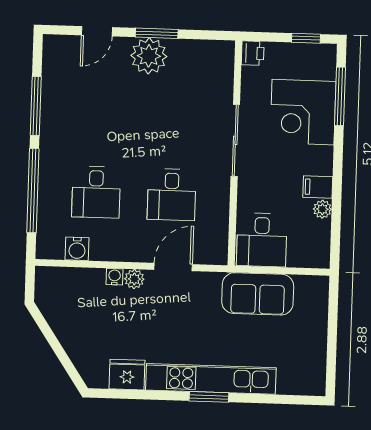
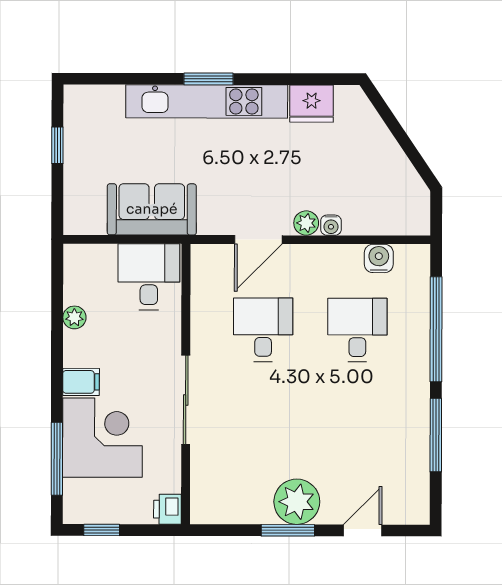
filing cabinet: (318, 187) -> (81, 382), moved
window: (332, 348) -> (57, 145), added

